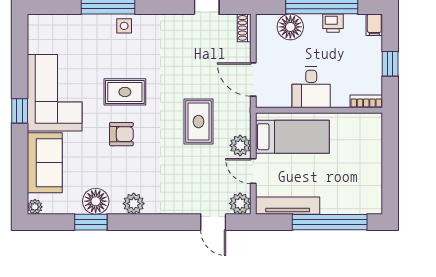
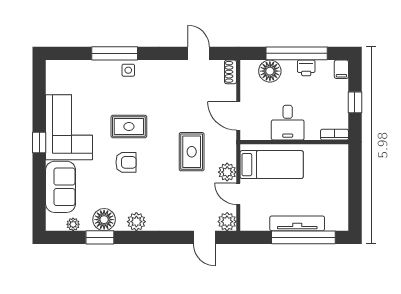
tv unit: (288, 206) -> (297, 223), moved
plant: (35, 207) -> (73, 224), moved

